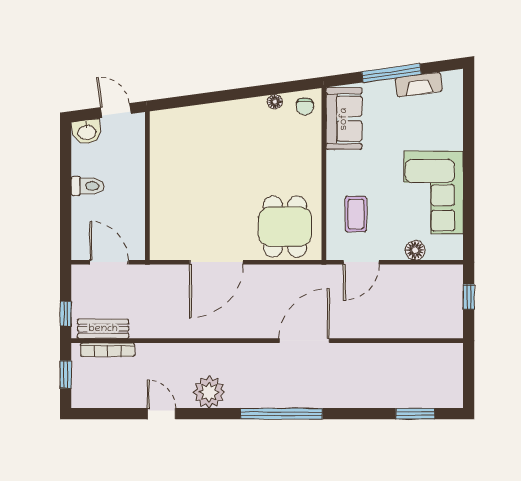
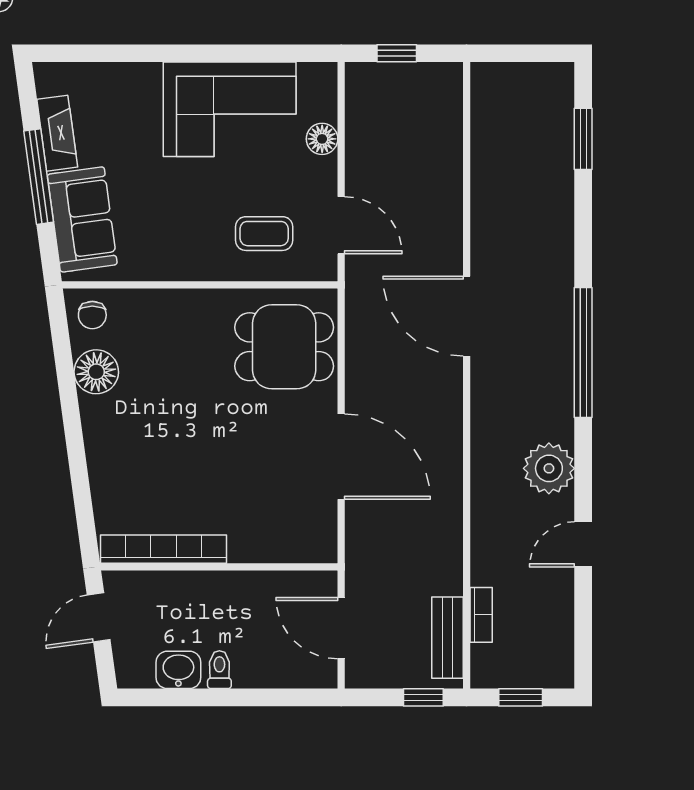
floor lamp: (275, 102) -> (96, 372), width x1.89, depth x1.89
chair: (305, 107) -> (92, 315), turned 90
sofa: (344, 119) -> (82, 219), moved, turned 82
washbasin: (87, 132) -> (178, 670), moved, turned -82
bookcase: (158, 151) -> (163, 549), added
toilet: (88, 186) -> (219, 670), width x0.73, depth x0.72
door: (109, 262) -> (341, 628), hinge flipped
bookcase: (108, 350) -> (481, 615), width x0.64

